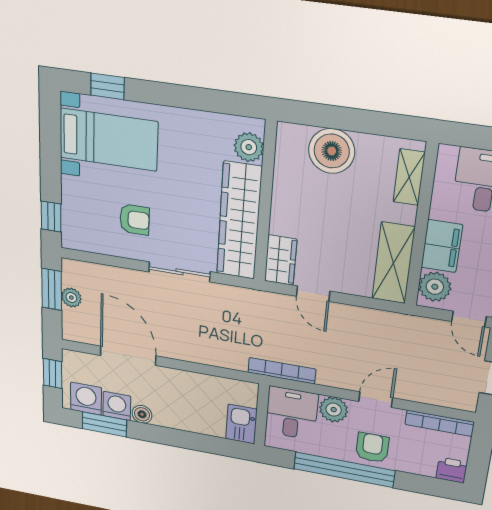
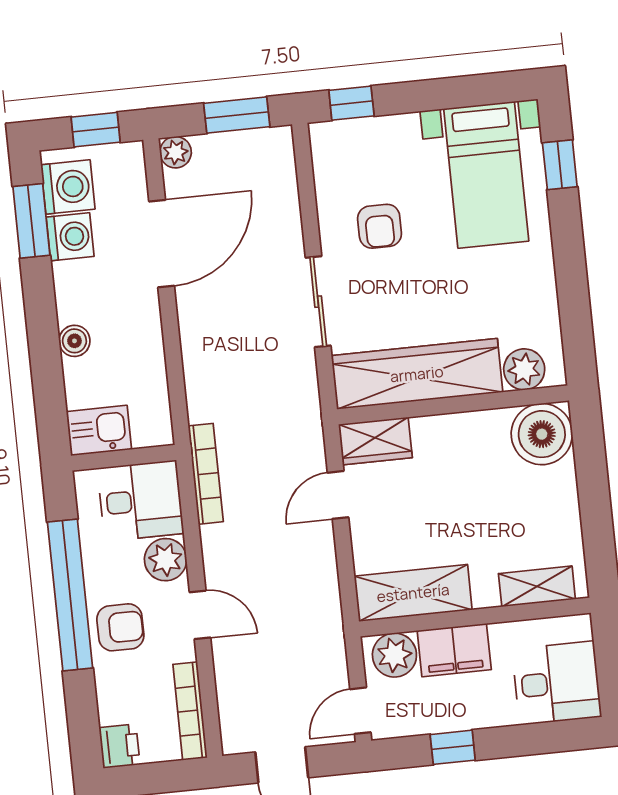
boiler: (332, 151) -> (542, 434), moved
plant: (71, 298) -> (176, 152), moved
boiler: (142, 414) -> (74, 341), moved

